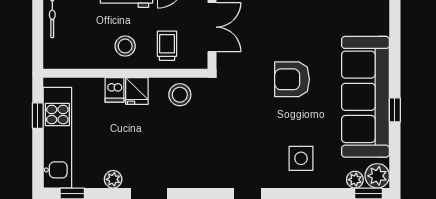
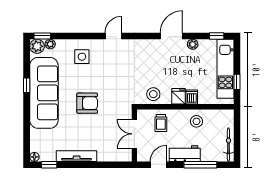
stool: (125, 46) -> (196, 121), moved

